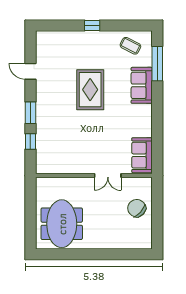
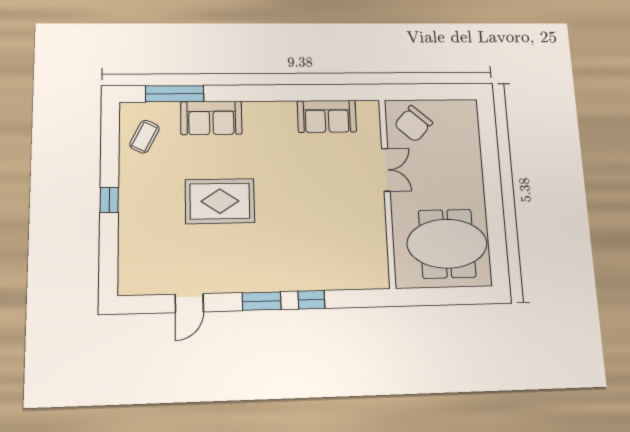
wall: (94, 176) -> (387, 192), moved
double door: (108, 176) -> (386, 170), moved

